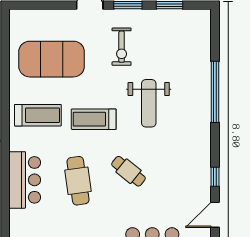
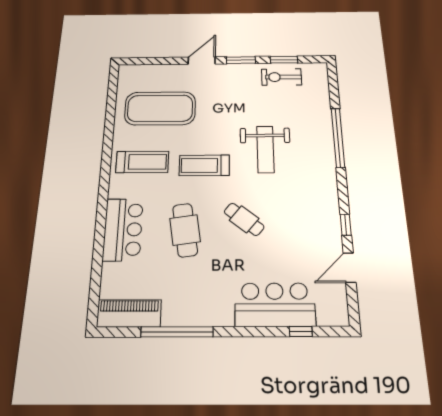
exercise bike: (122, 47) -> (282, 77), moved, turned 90

